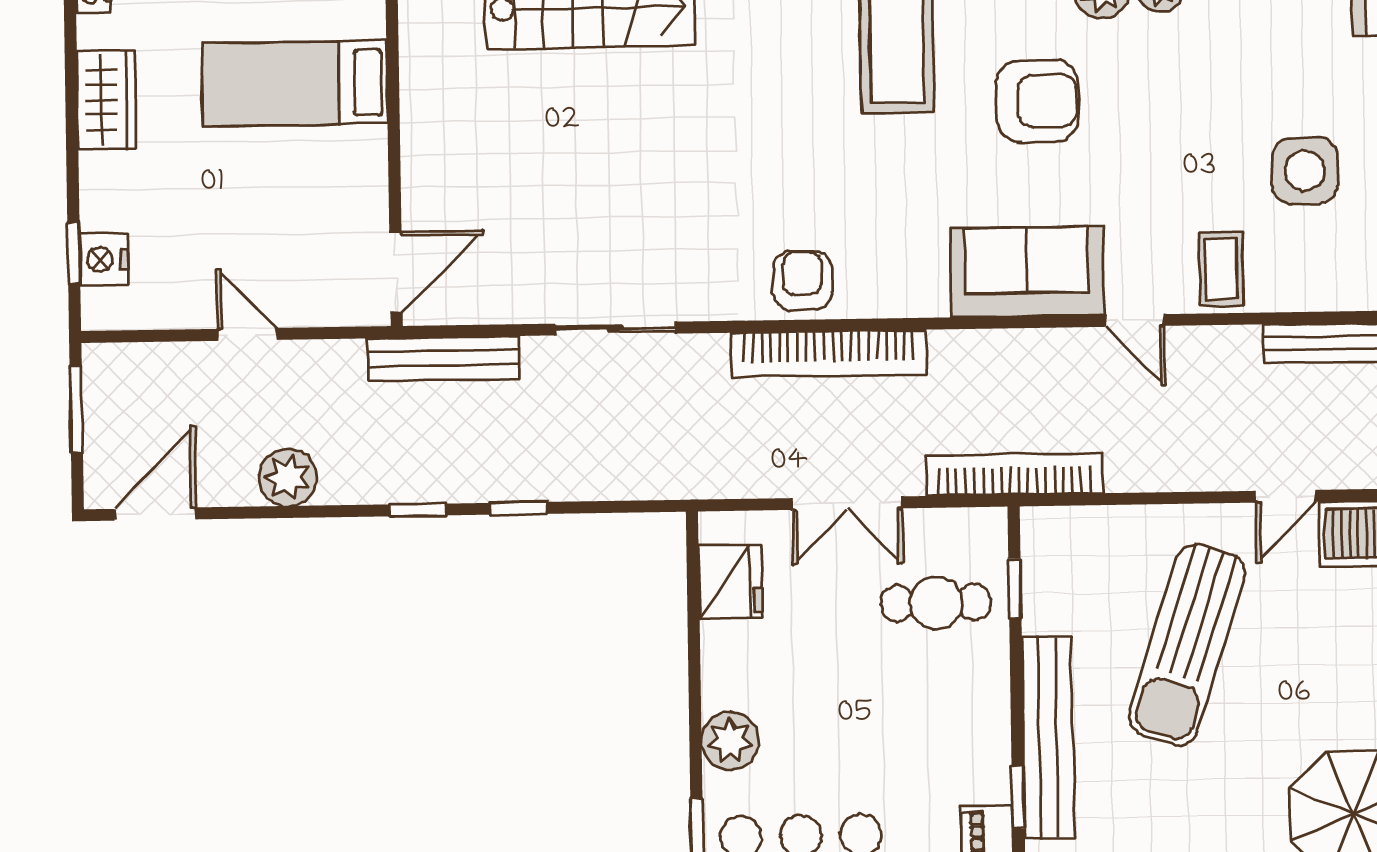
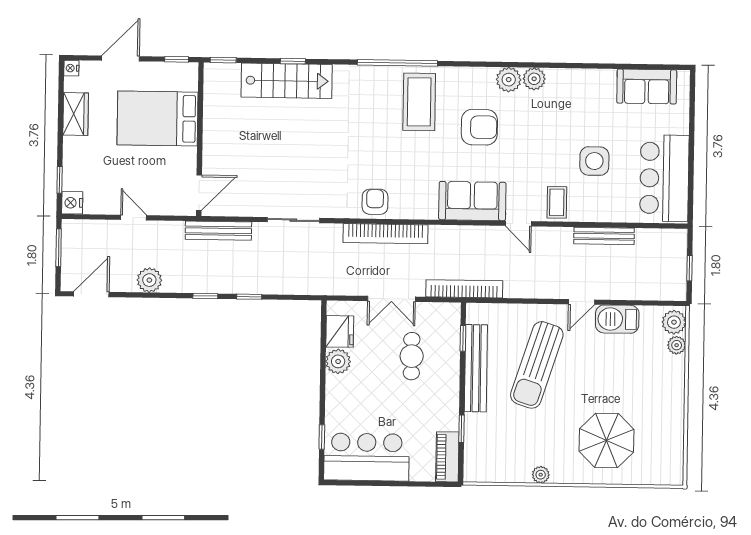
bed: (295, 83) -> (158, 118), width x1.50
nightstand: (104, 259) -> (72, 203), moved
cafe table: (936, 603) -> (412, 356), moved, turned 90
bench: (1048, 738) -> (476, 368), moved
plant: (730, 741) -> (338, 361), moved

